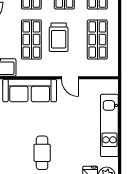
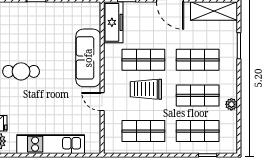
door: (70, 78) -> (102, 102), hinge flipped

